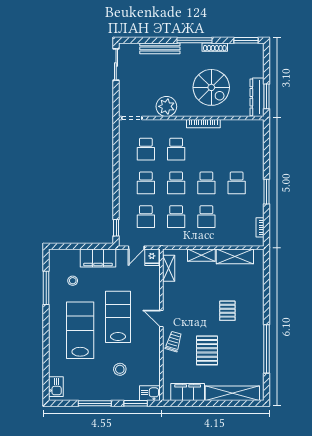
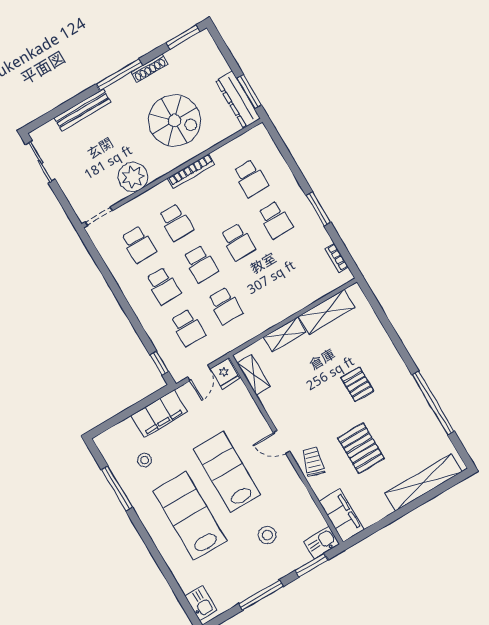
school desk: (206, 217) -> (251, 178), moved
filing cabinet: (188, 392) -> (341, 516), moved, turned 90

